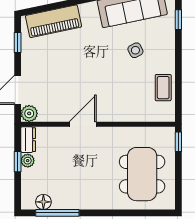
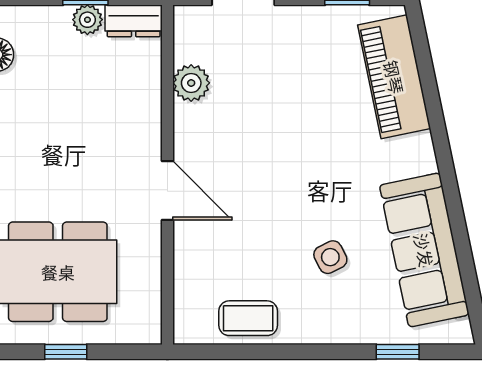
plant: (29, 113) -> (191, 83), moved
door: (83, 124) -> (167, 191), moved
window: (178, 142) -> (66, 352), moved

